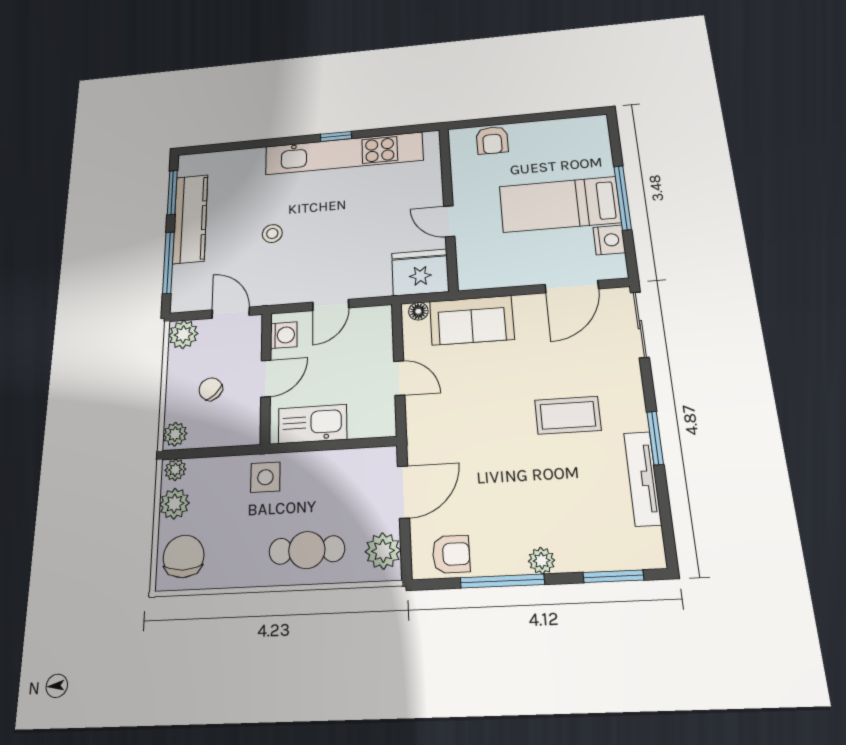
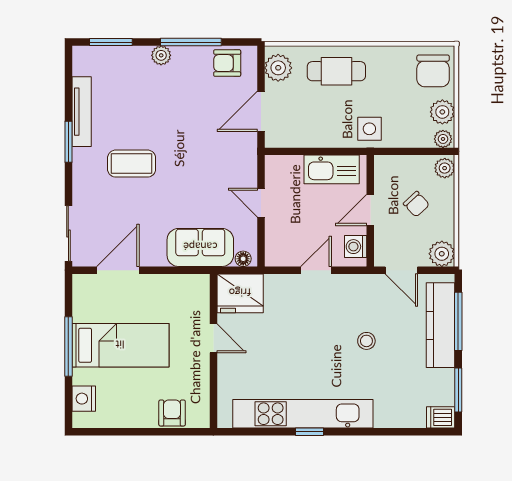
dishwasher: (193, 164) -> (441, 417), added
kitchen counter: (190, 219) -> (440, 325), moved
nightstand: (609, 240) -> (84, 399), moved

